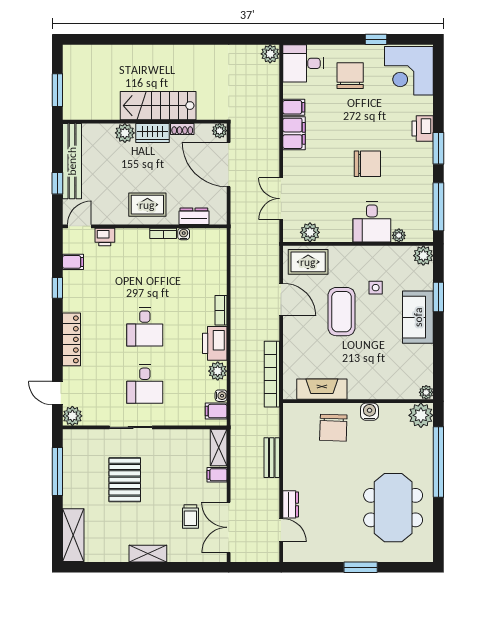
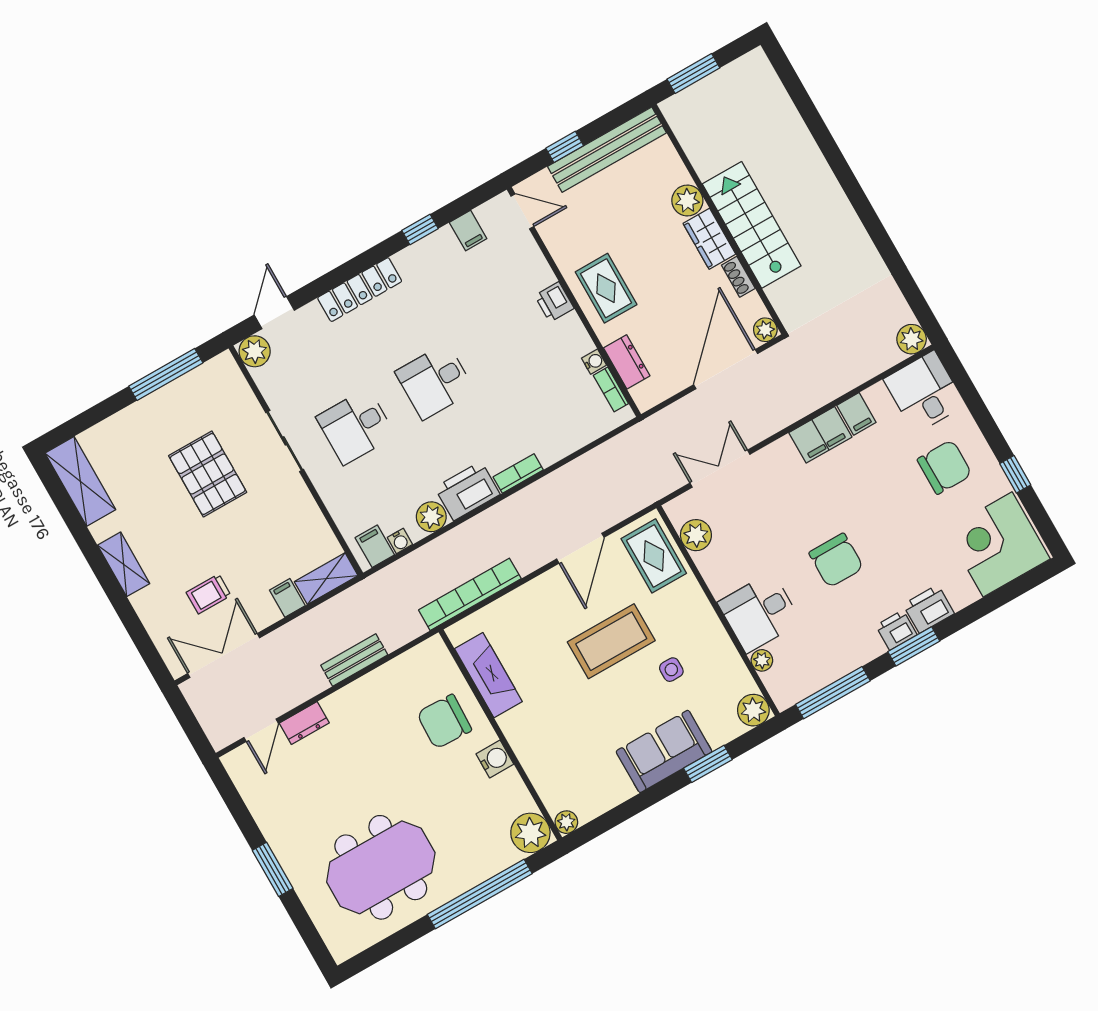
printer: (424, 153) -> (896, 630), added
bookcase: (163, 233) -> (611, 389), moved
printer: (105, 237) -> (554, 302), moved
pallet: (125, 480) -> (208, 474), turned 90
shelving: (73, 535) -> (80, 481), moved, turned 90

